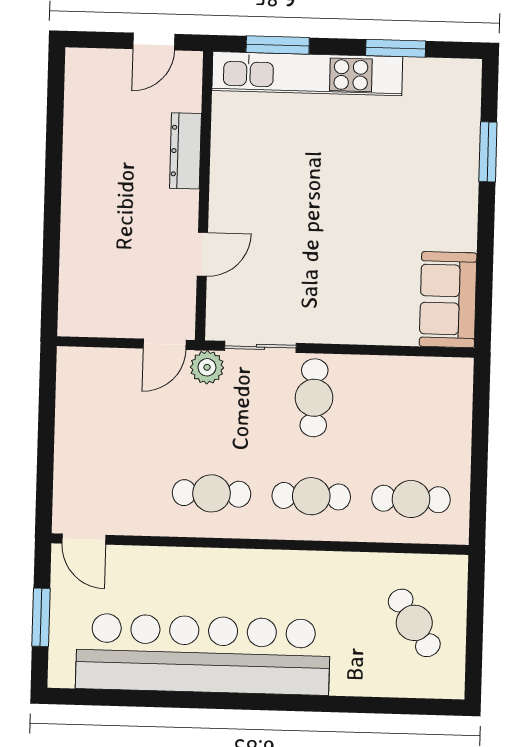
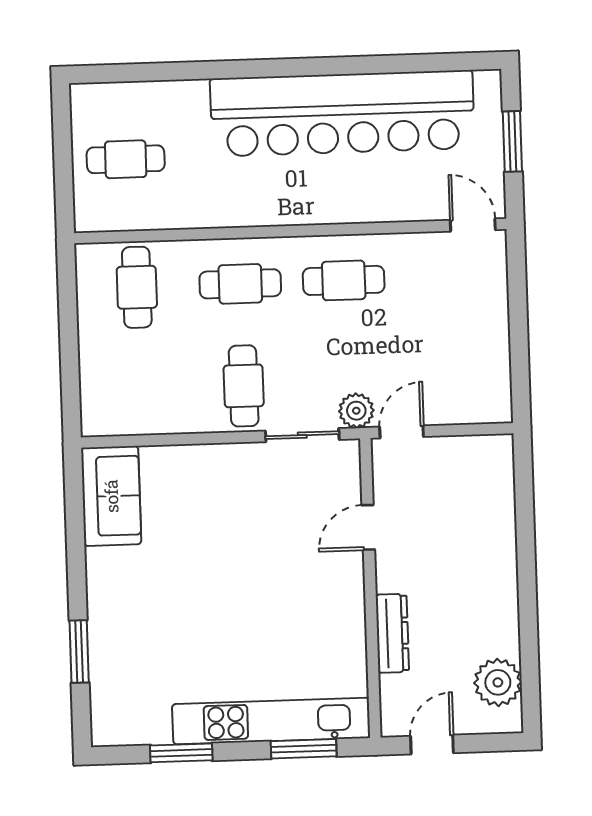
plant: (87, 97) -> (498, 682), added
cafe table: (411, 499) -> (137, 287), turned 90
cafe table: (414, 623) -> (126, 159), turned -57

